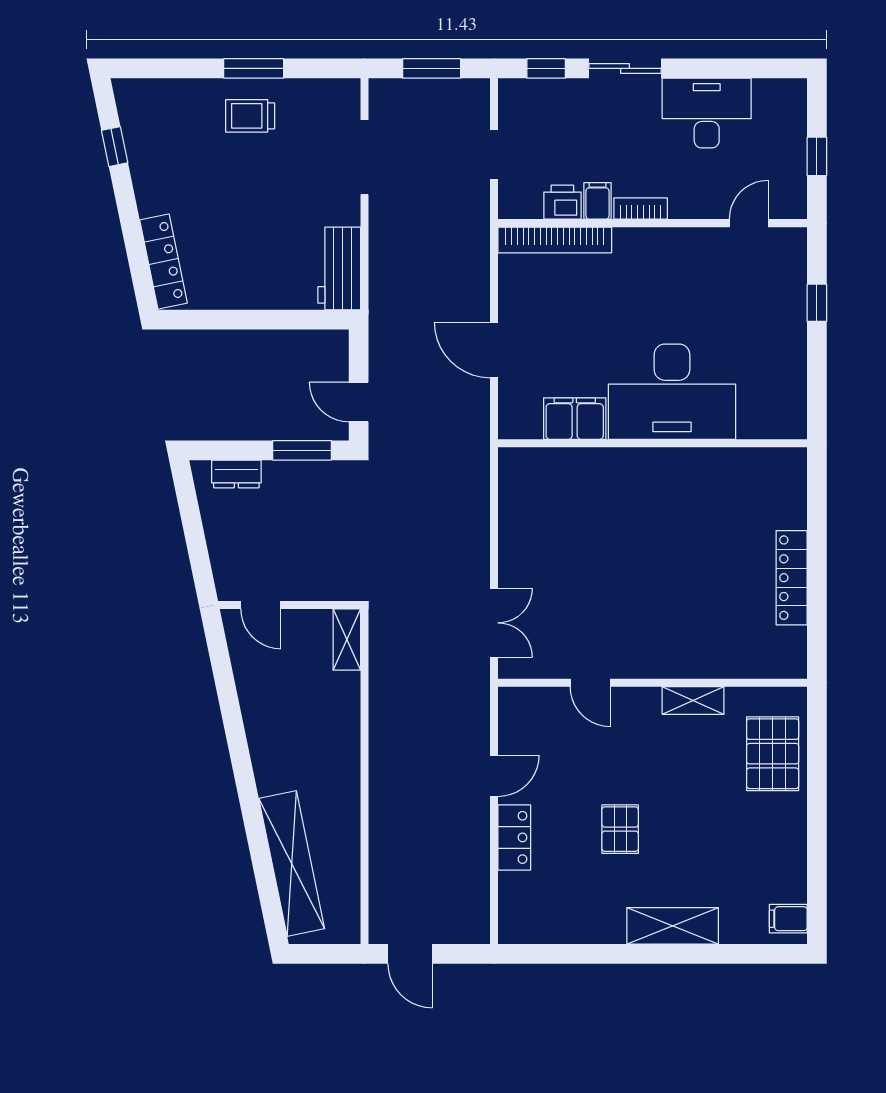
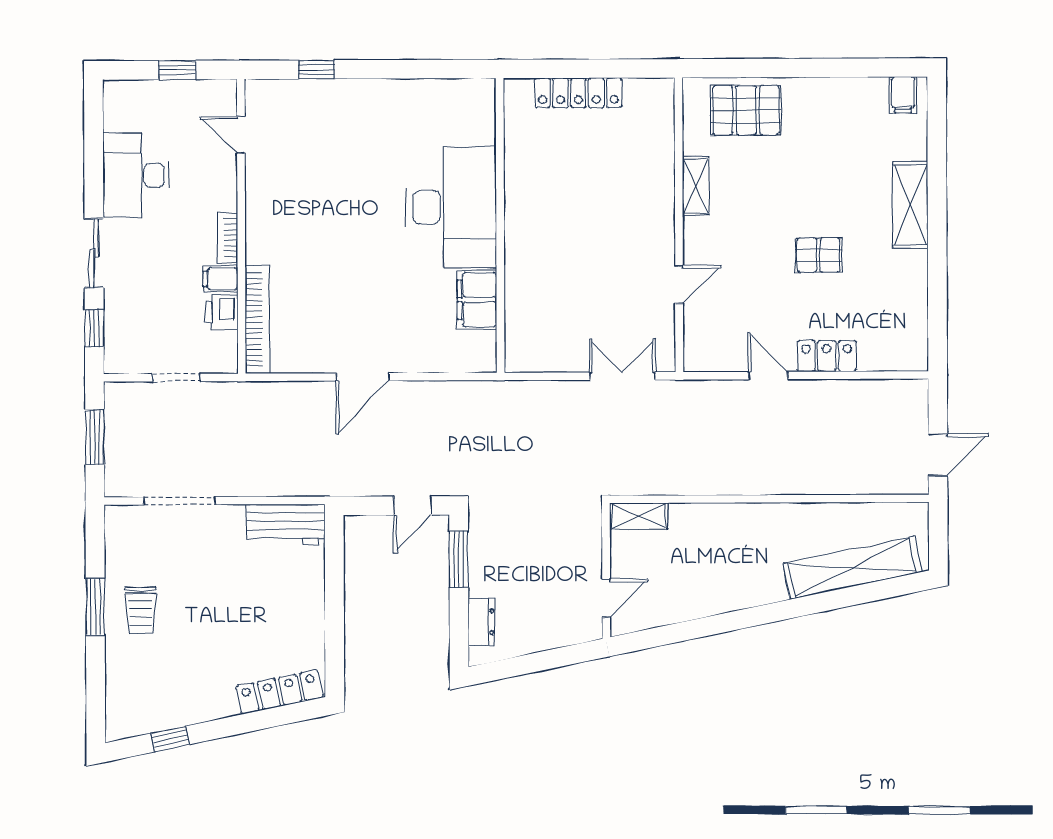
desk: (672, 392) -> (451, 207), moved
filing cabinet: (575, 419) -> (477, 300), moved
wall: (653, 443) -> (500, 225), moved

